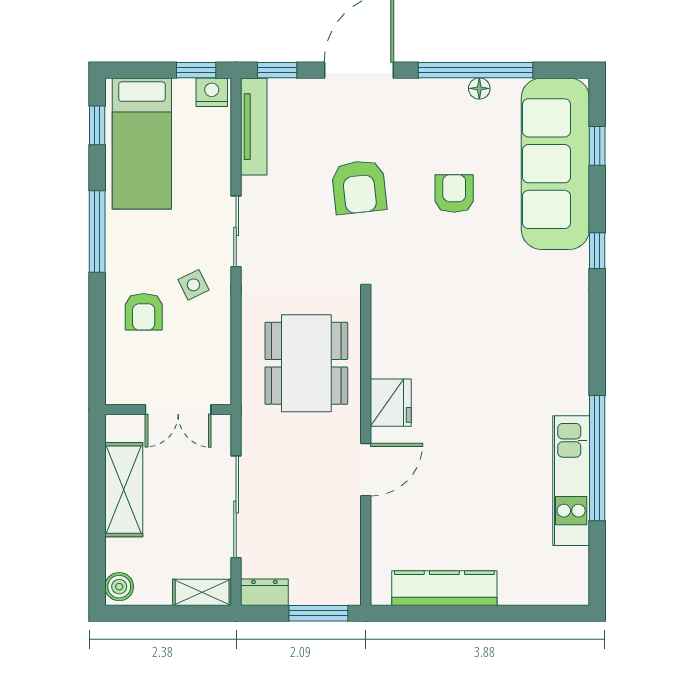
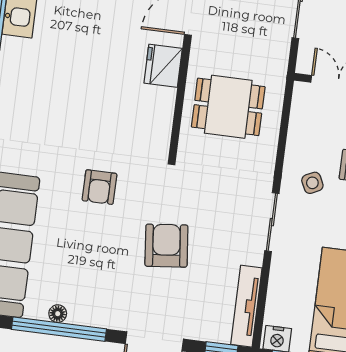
armchair: (454, 193) -> (99, 187), moved
dining table: (306, 363) -> (228, 107), width x0.73

